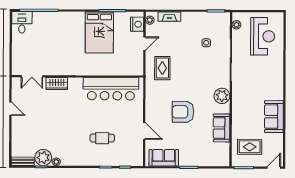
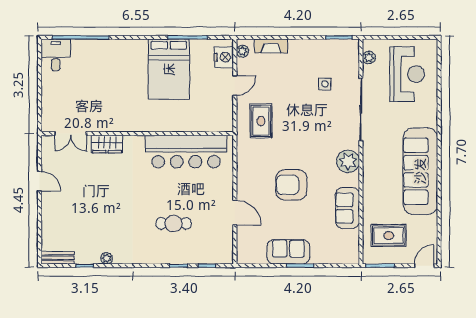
sofa: (274, 117) -> (420, 171), width x1.85, depth x1.27
plant: (43, 158) -> (88, 252), removed
sofa: (164, 158) -> (288, 252), moved

